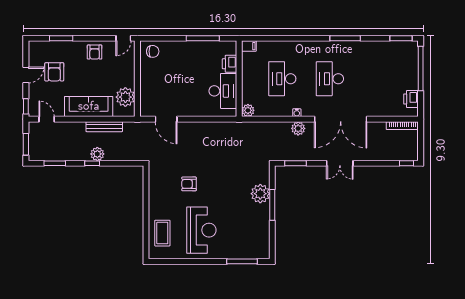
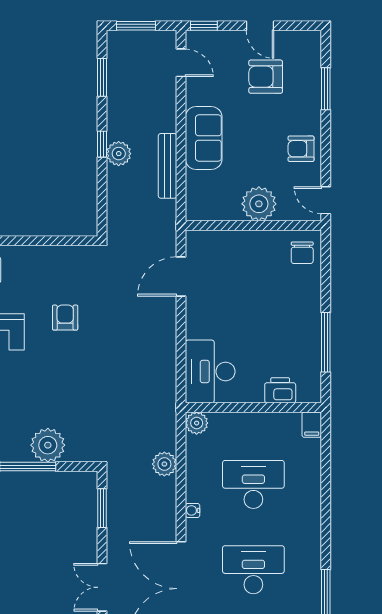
desk: (223, 91) -> (210, 371), moved, turned 90
plant: (125, 97) -> (259, 204), moved
sofa: (89, 106) -> (204, 138), width x0.73
door: (47, 119) -> (181, 63), hinge flipped
plant: (298, 128) -> (164, 464), moved

